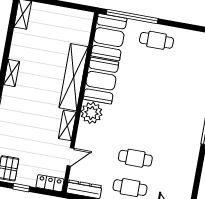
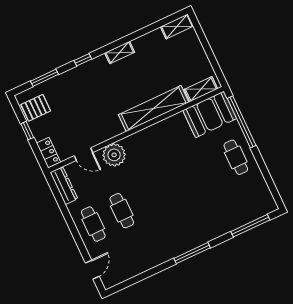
booth: (101, 81) -> (167, 134), removed
plant: (92, 113) -> (114, 155), moved
shelving: (67, 125) -> (201, 89), moved

